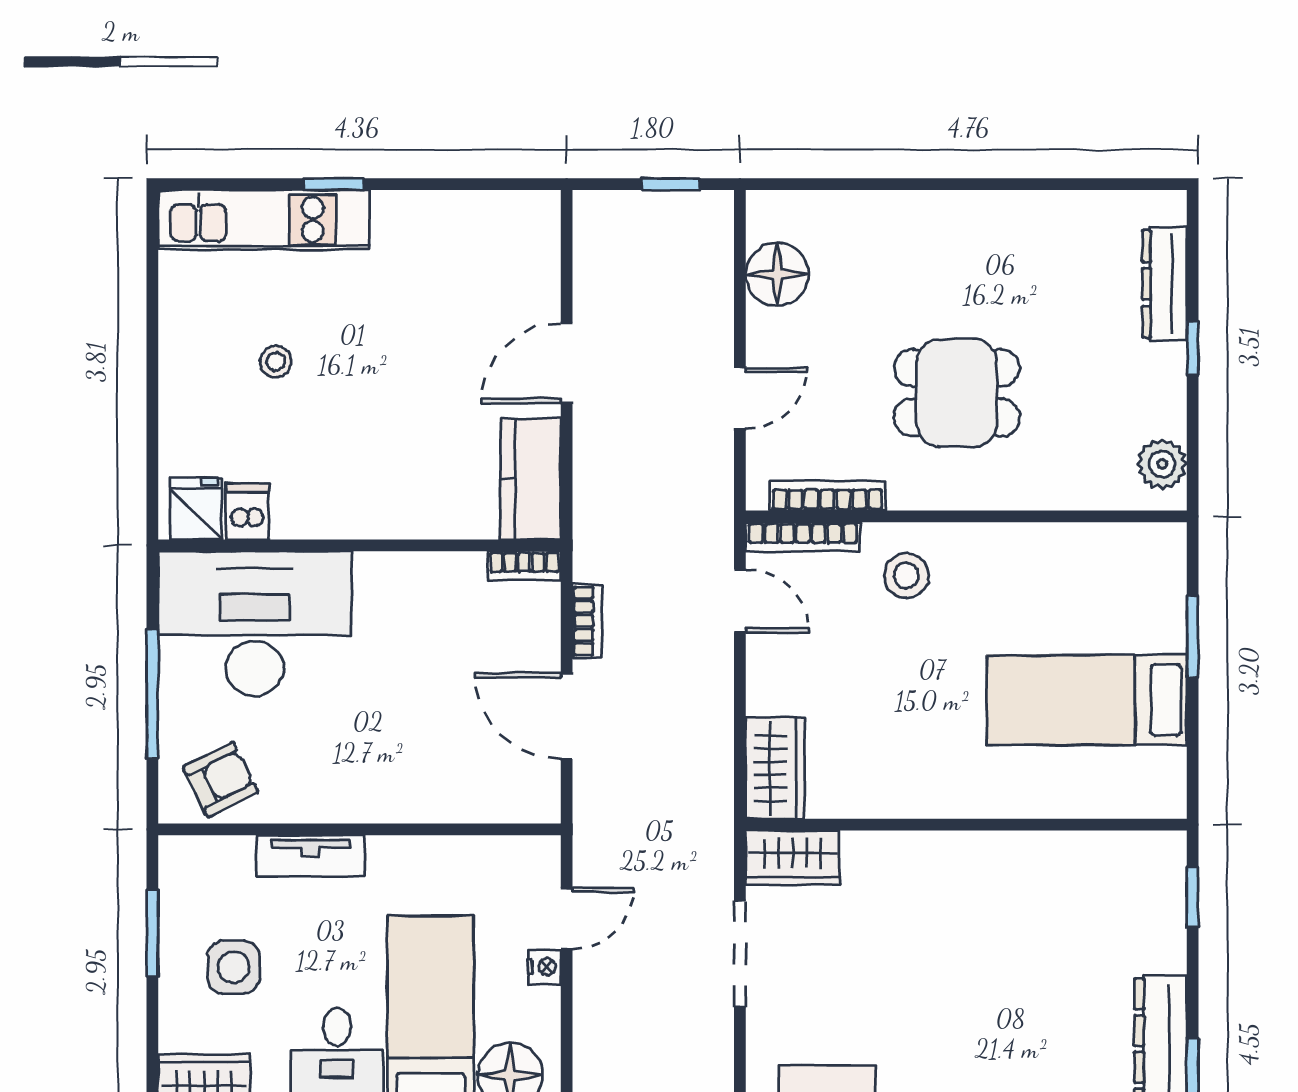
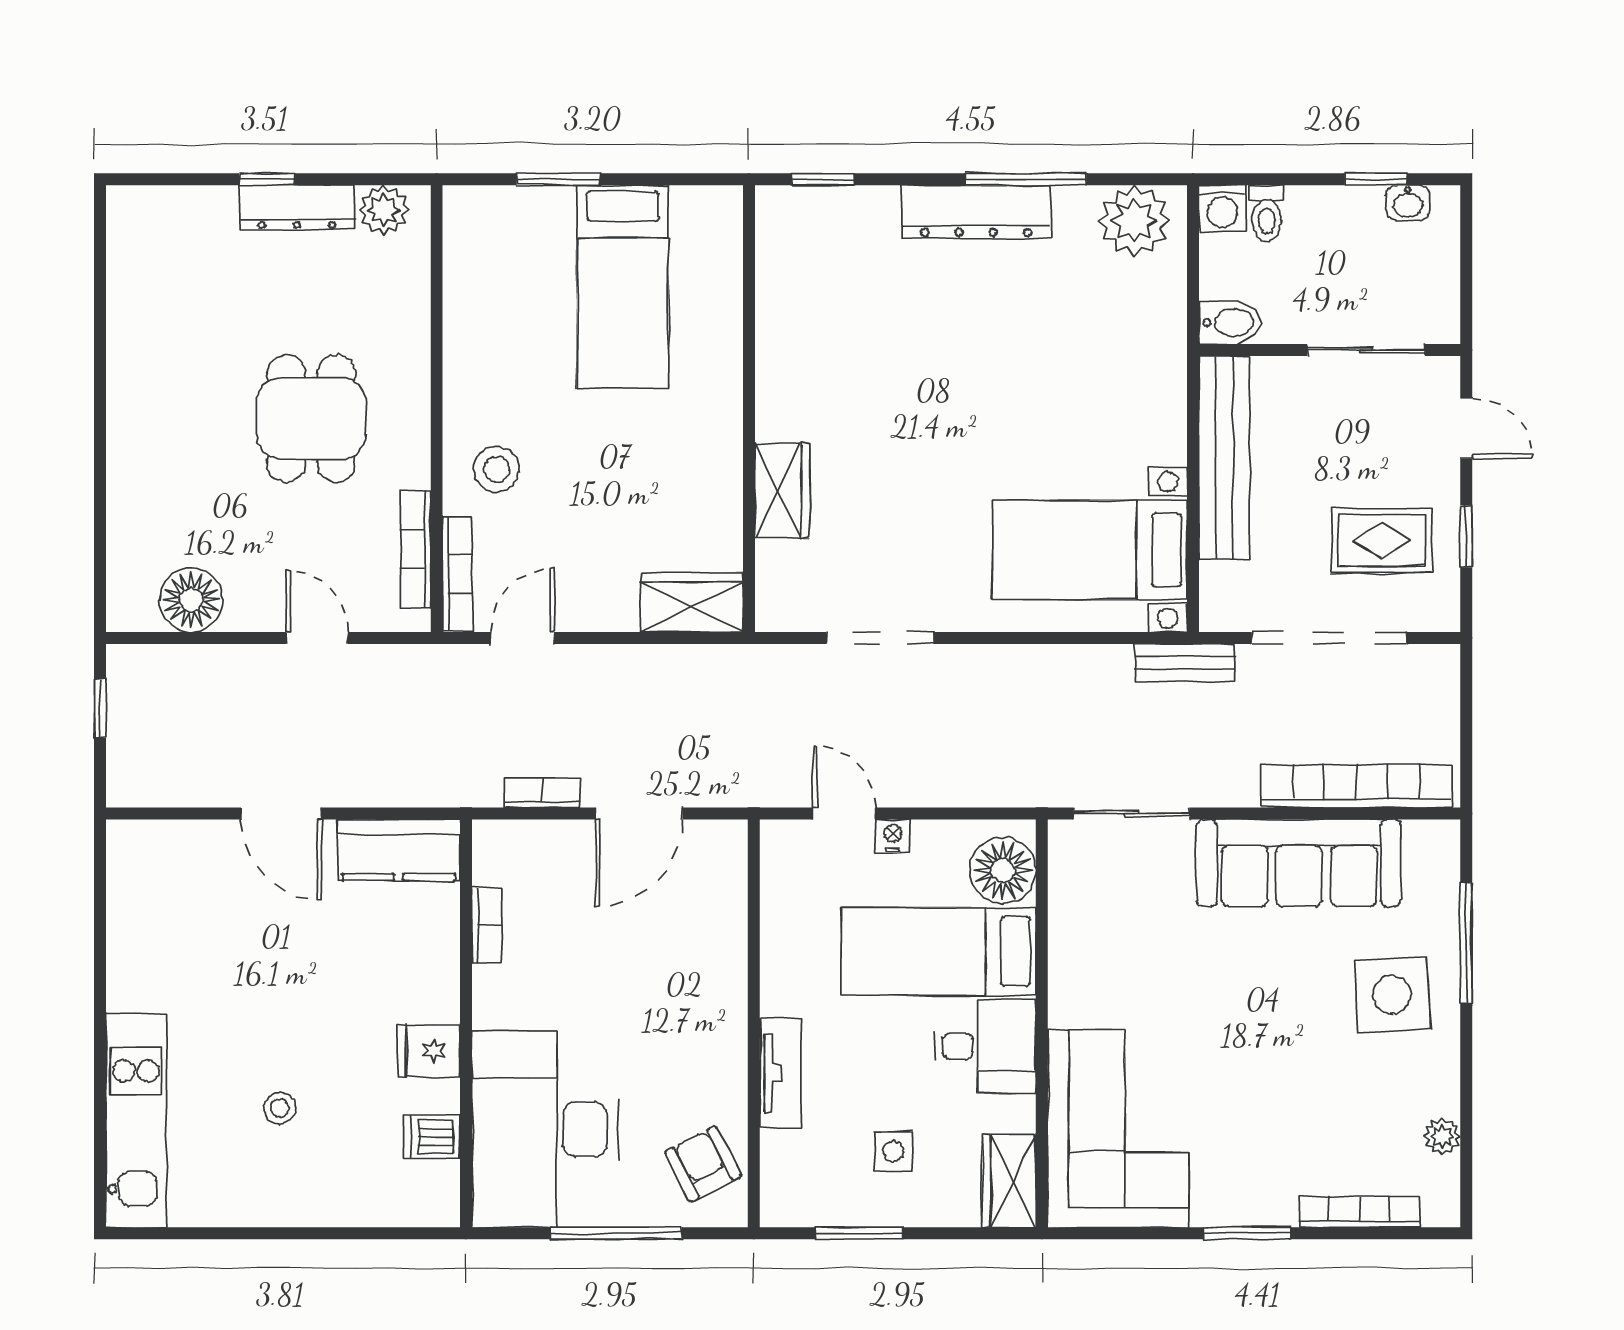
window: (334, 184) -> (100, 1049), removed
dresser: (1165, 284) -> (297, 208), moved
fridge: (196, 508) -> (429, 1051), moved
bookcase: (524, 566) -> (487, 925), moved
wardrobe: (793, 858) -> (782, 491), moved
side table: (233, 967) -> (893, 1151), width x0.73, depth x0.73

